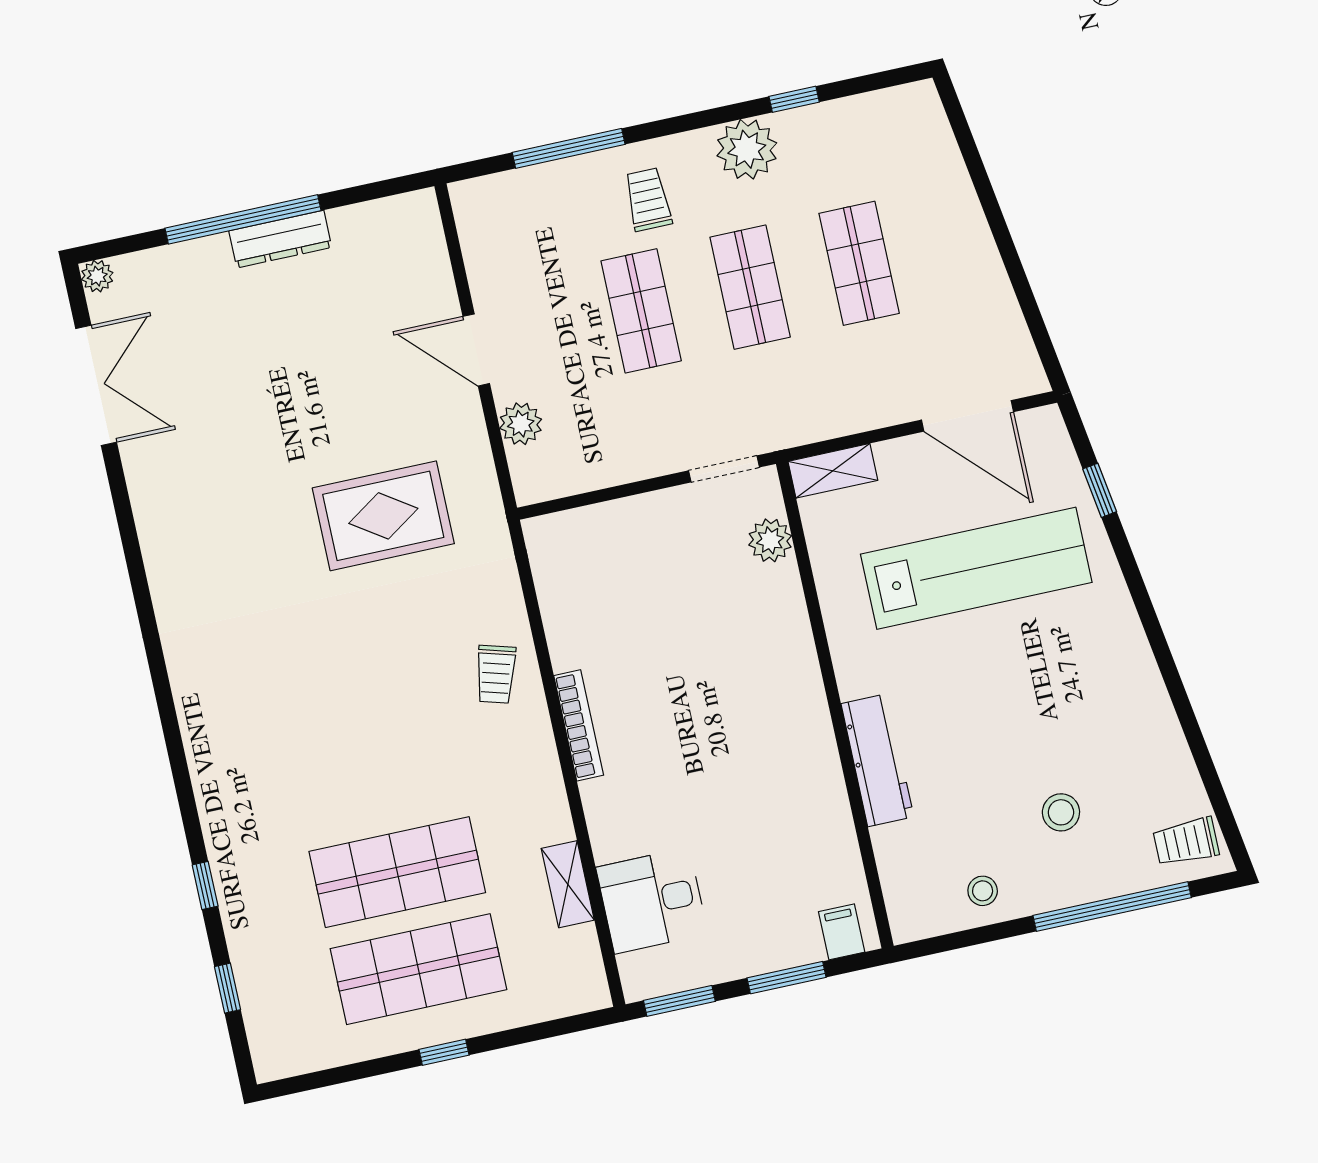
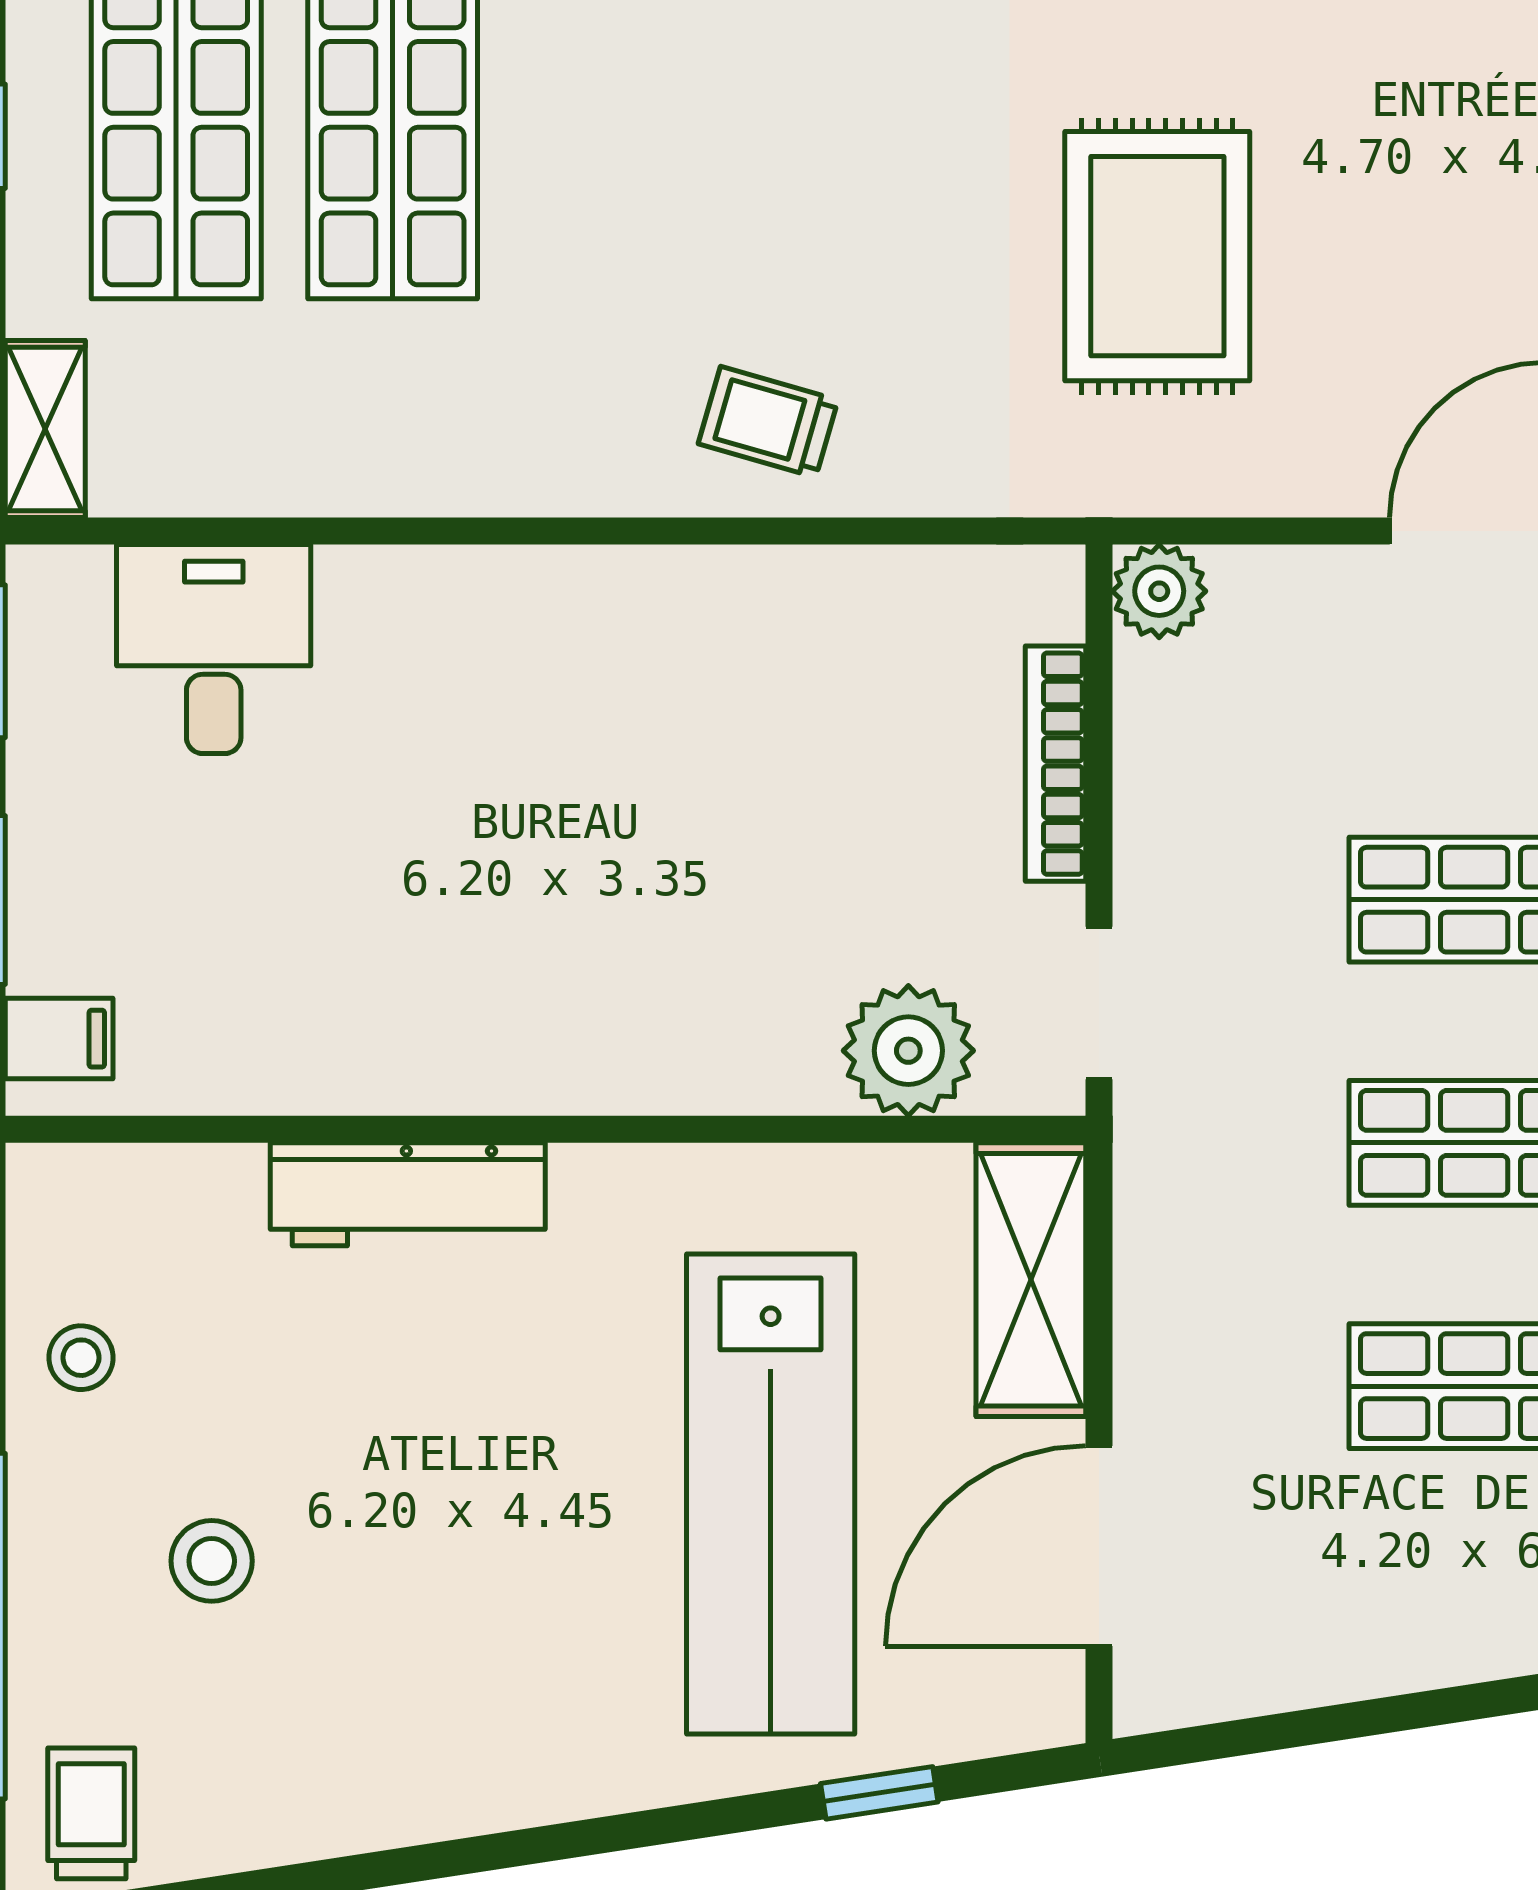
plant: (521, 424) -> (1159, 591), moved
shelving: (833, 471) -> (1031, 1280), width x1.50, depth x1.33
plant: (770, 540) -> (908, 1051), width x1.36, depth x1.36
bookcase: (579, 725) -> (1056, 764), moved, turned 90
shelving: (568, 884) -> (45, 429), moved, turned 90

